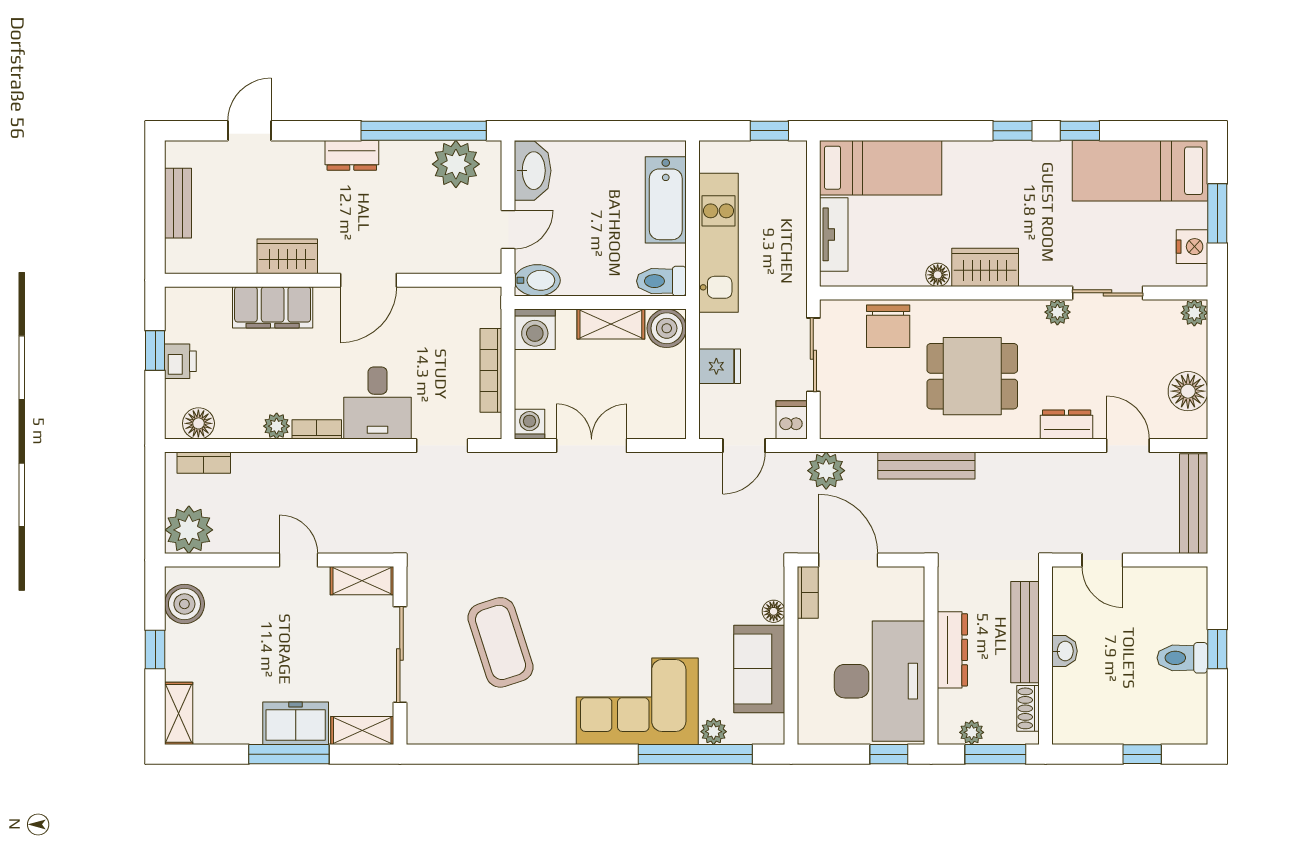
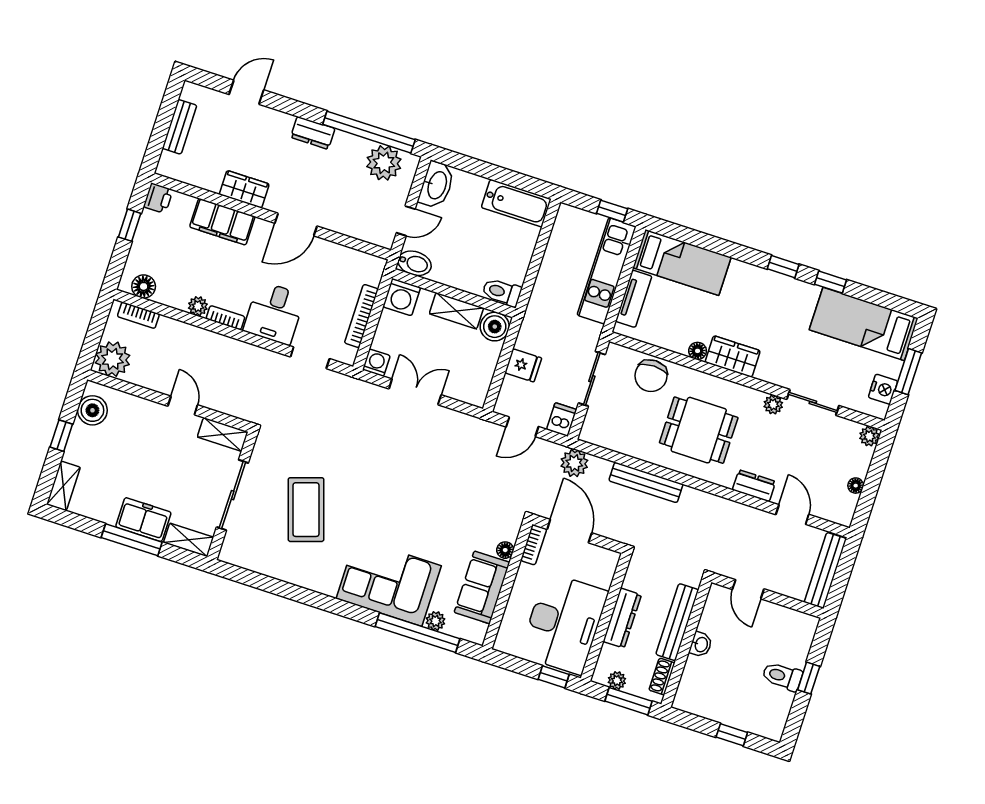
bathtub: (666, 200) -> (516, 203), moved, turned -90
kitchen unit: (718, 243) -> (607, 271), moved, turned 180
printer: (180, 361) -> (158, 198), moved
floor lamp: (1188, 391) -> (856, 486), width x0.53, depth x0.53

